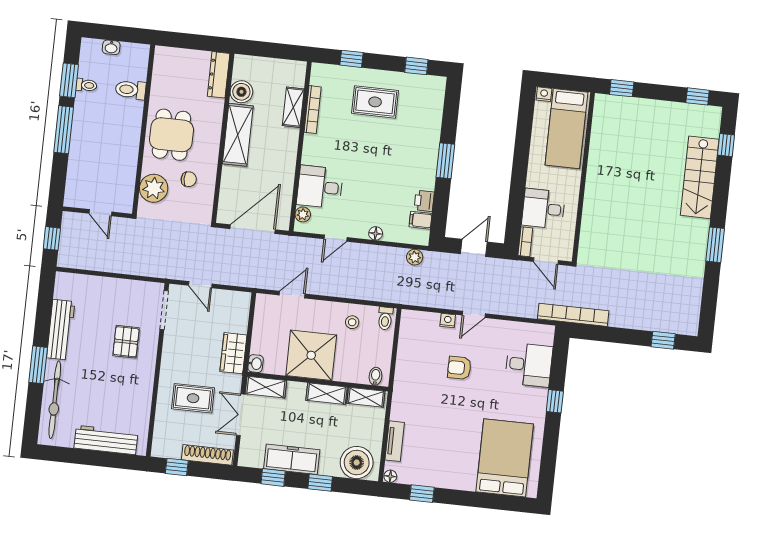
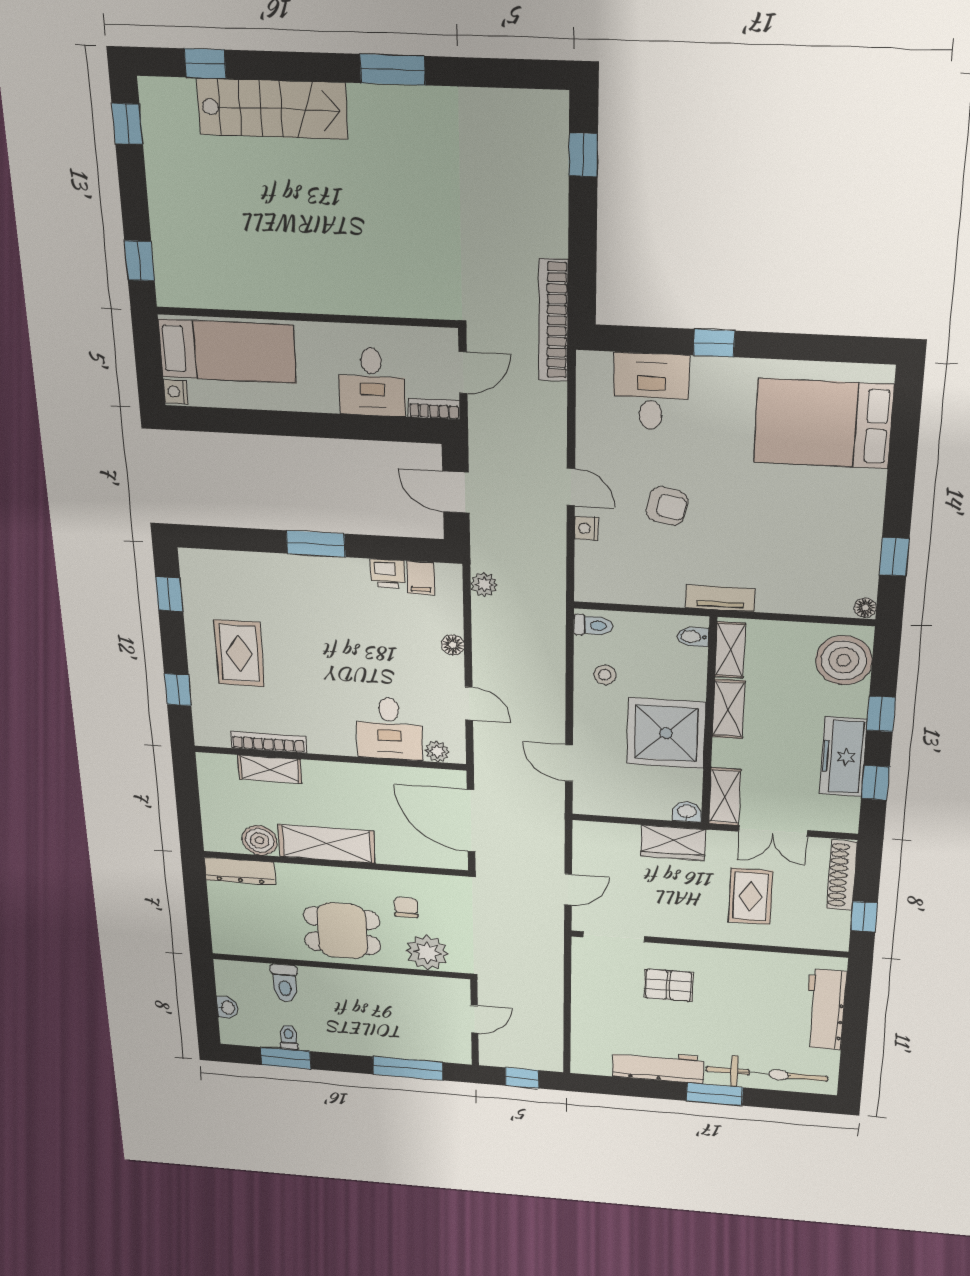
window: (64, 130) -> (408, 1068), moved
armchair: (459, 368) -> (667, 506), turned -78
tv unit: (395, 441) -> (720, 598), moved

